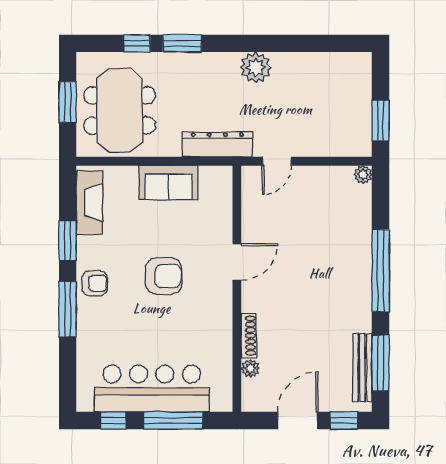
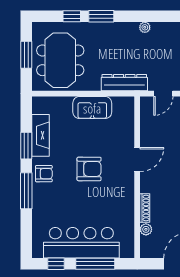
plant: (256, 67) -> (145, 27), width x0.53, depth x0.53
fireplace: (89, 203) -> (40, 135), moved

